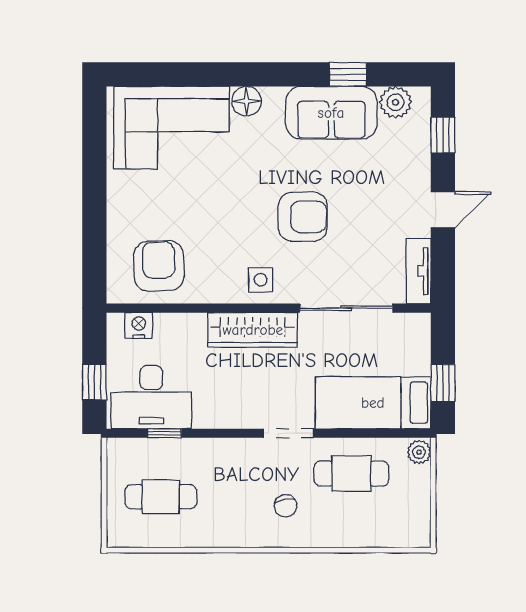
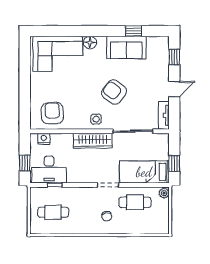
plant: (395, 102) -> (154, 43), removed
armchair: (303, 217) -> (114, 92), turned -143

